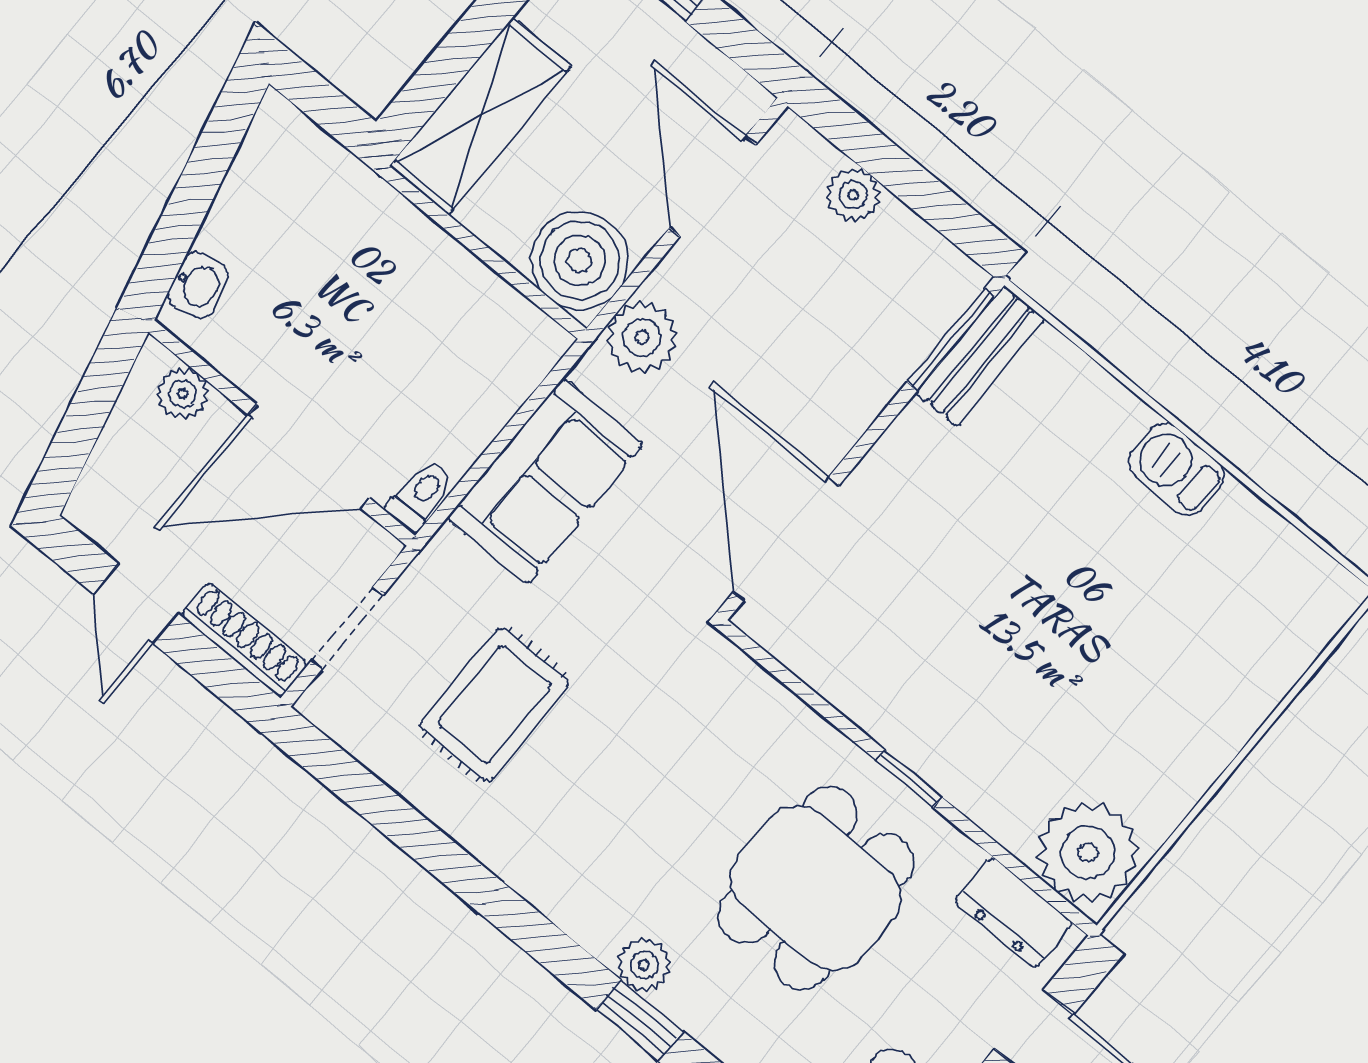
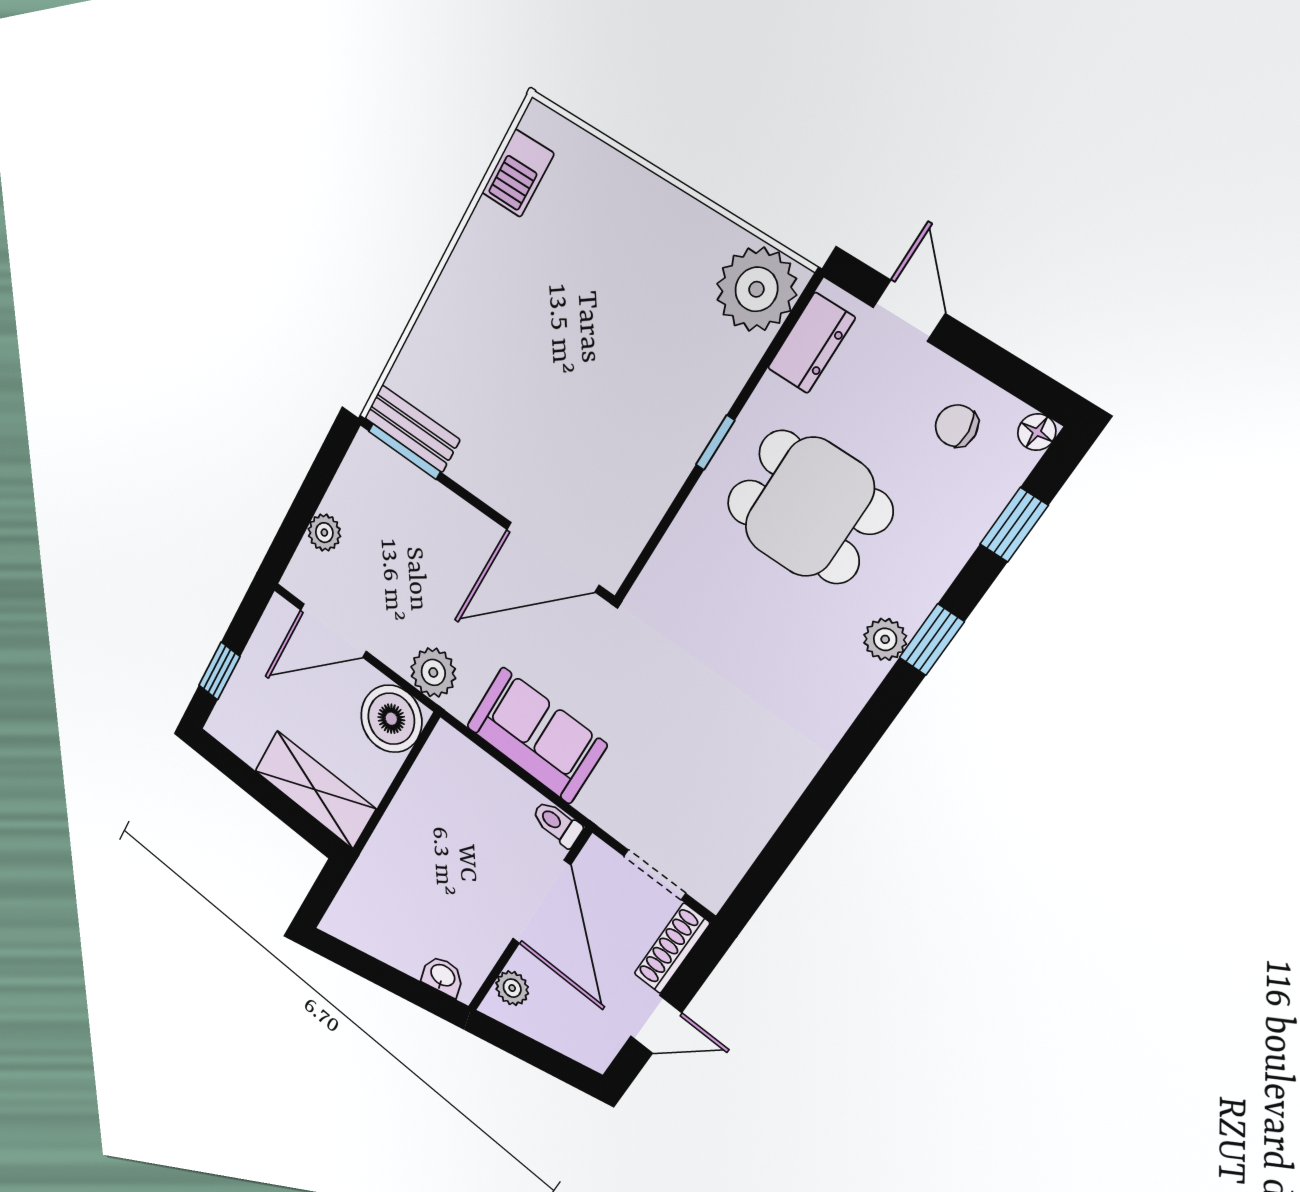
barbecue: (1176, 469) -> (518, 173), moved
rug: (494, 705) -> (697, 766), removed

